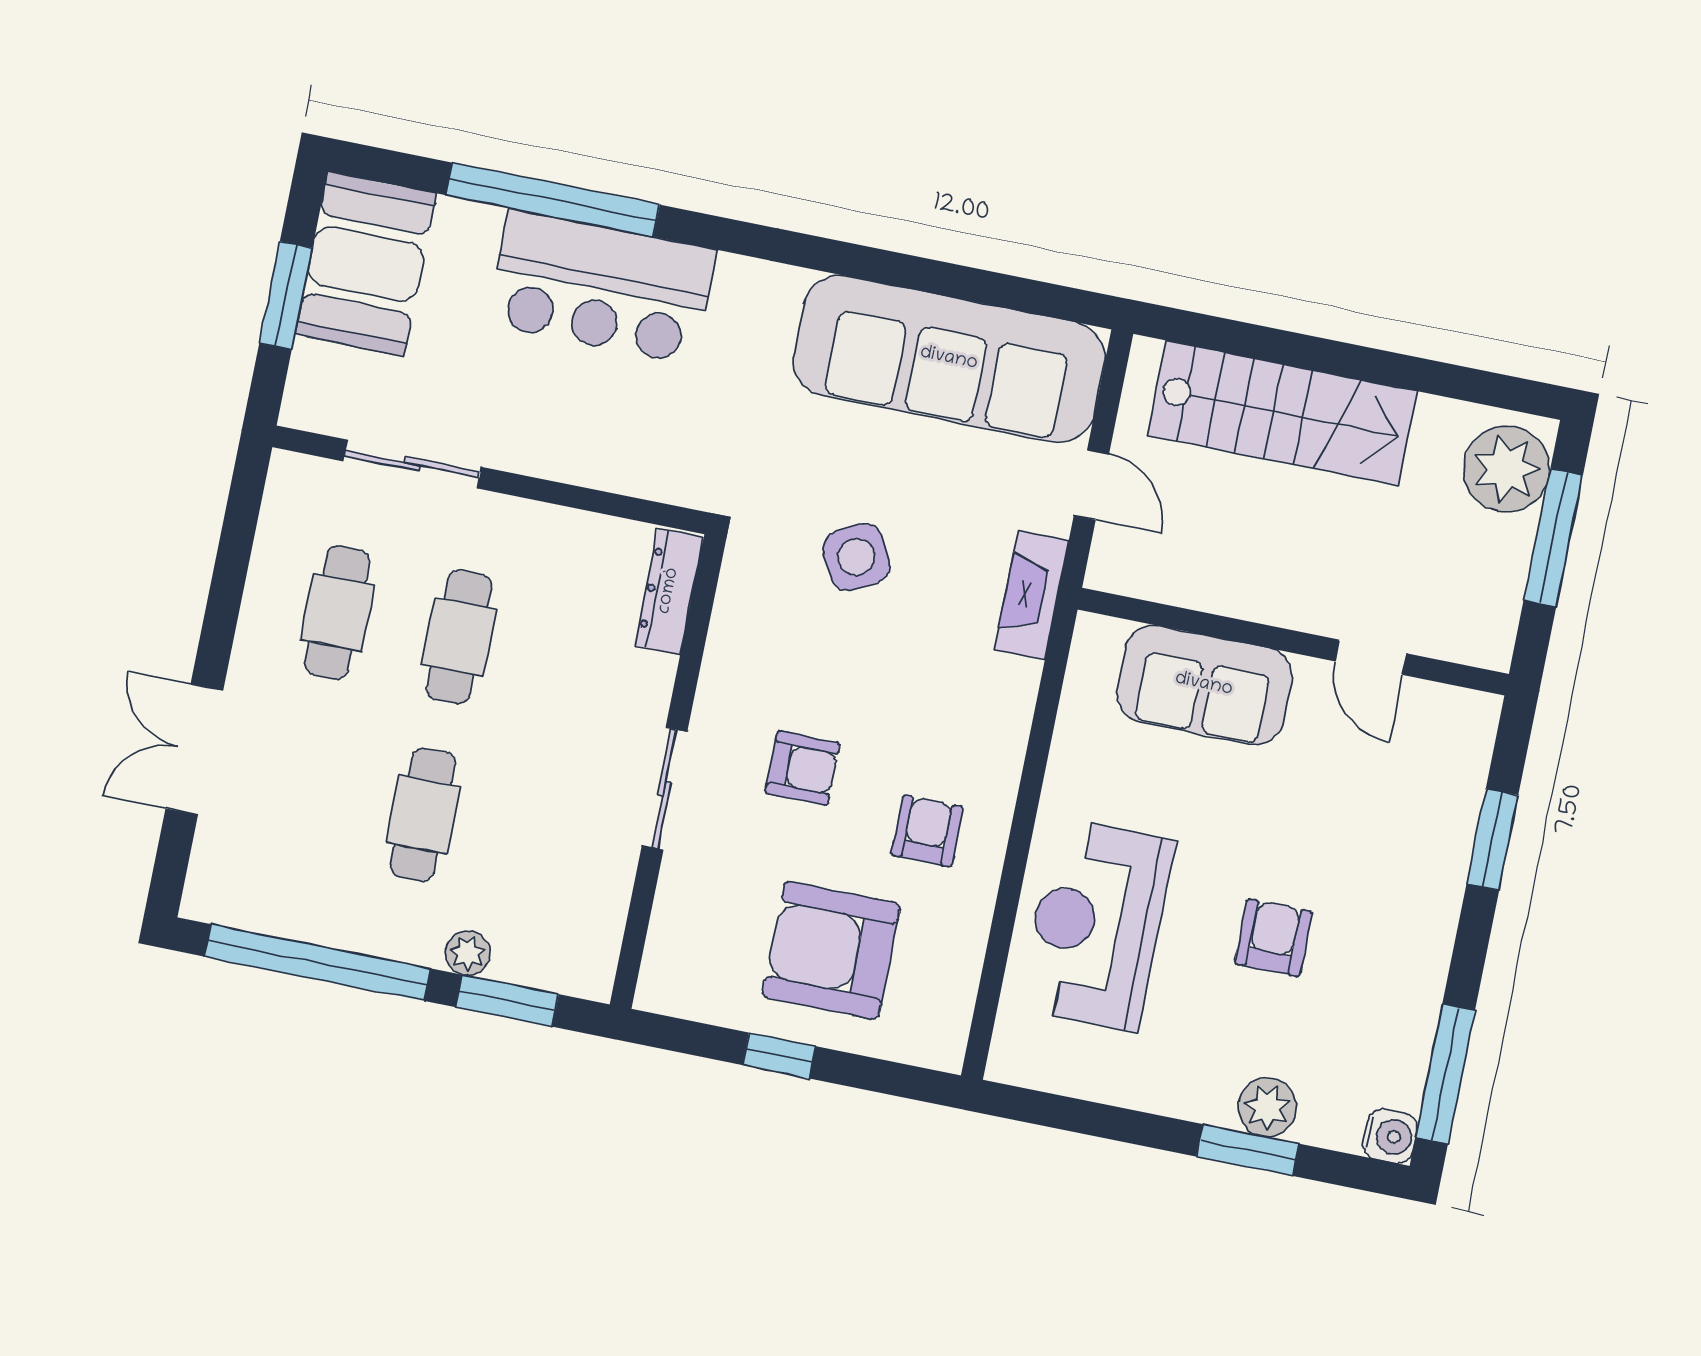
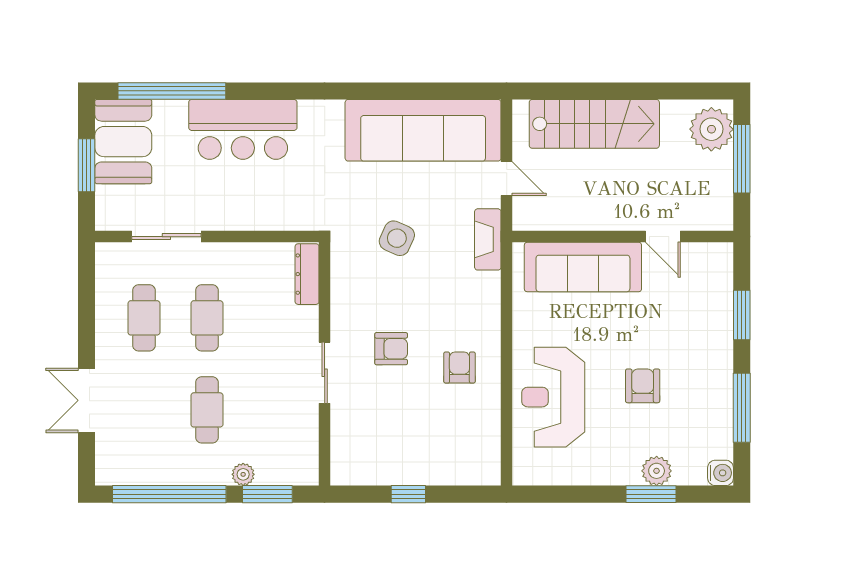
window: (553, 200) -> (172, 91), moved
side table: (856, 557) -> (397, 238), turned -37
sofa: (1204, 685) -> (583, 267), width x1.36
armchair: (831, 950) -> (424, 436), removed
window: (1445, 1074) -> (742, 408), moved

